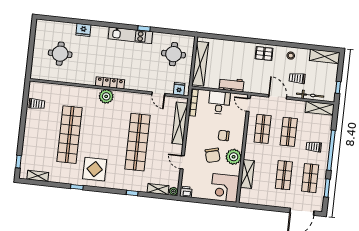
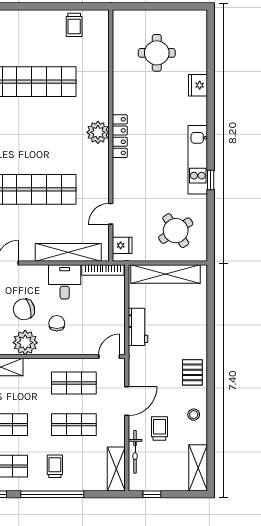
round table: (174, 54) -> (176, 231), turned -33
desk: (219, 103) -> (65, 282), moved, turned -90

